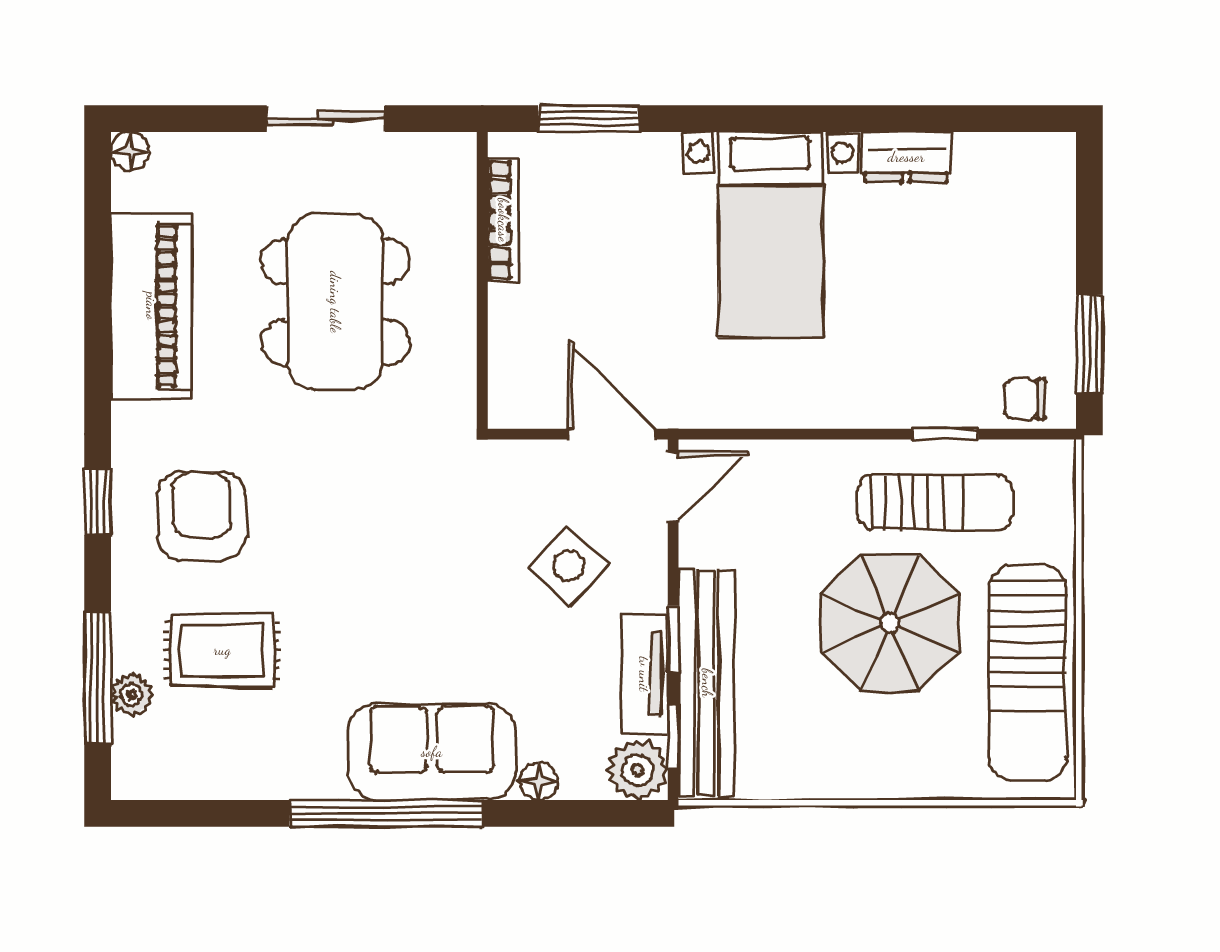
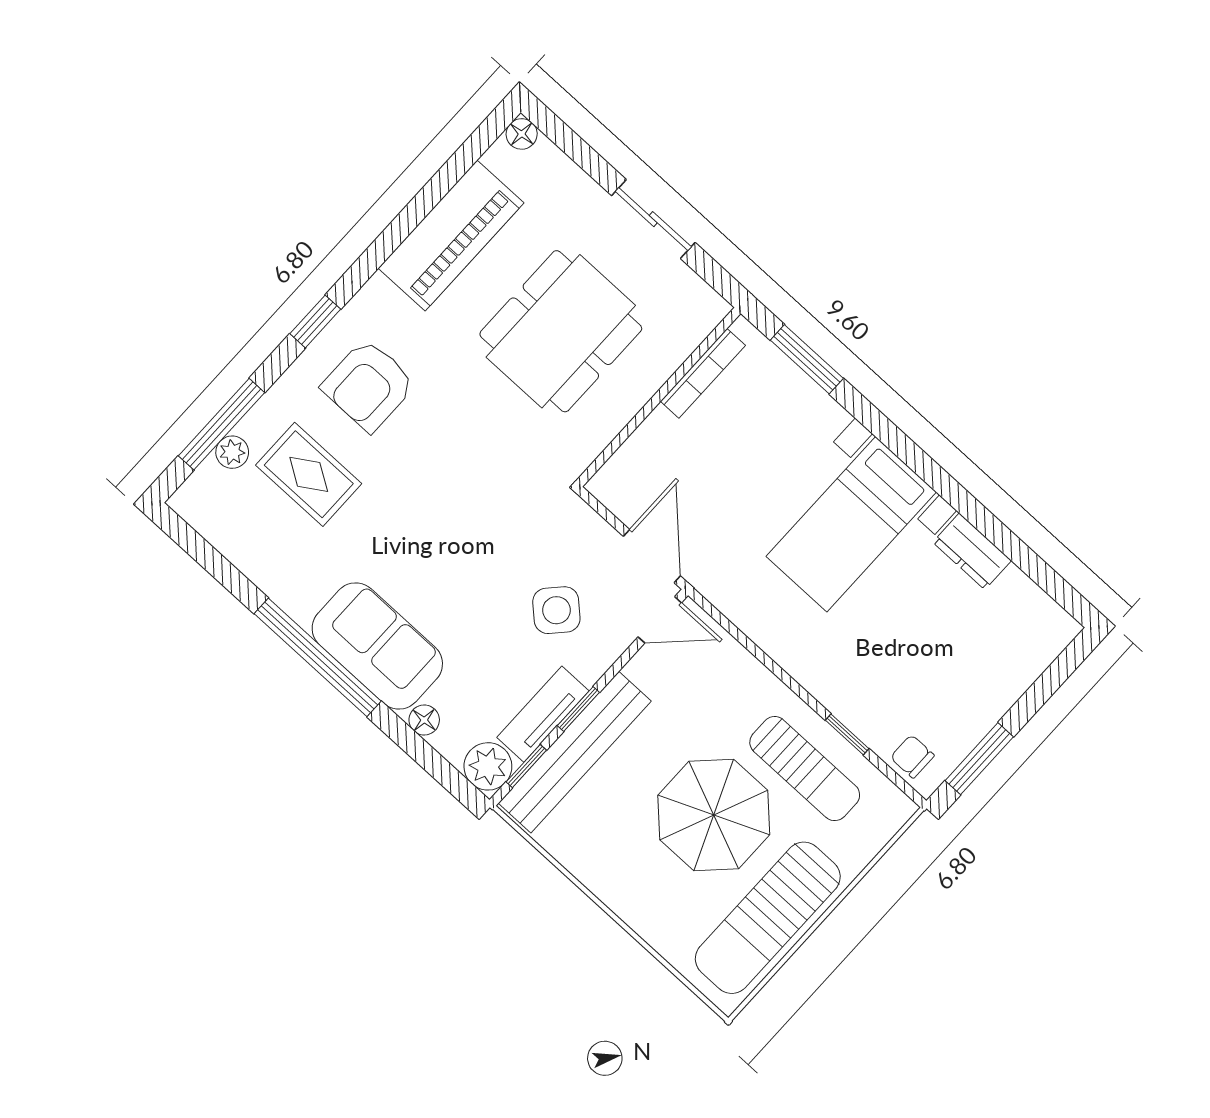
armchair: (202, 516) -> (369, 385), turned 180

